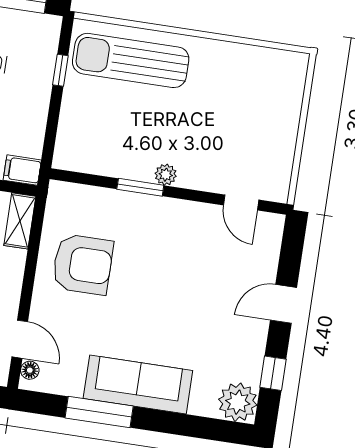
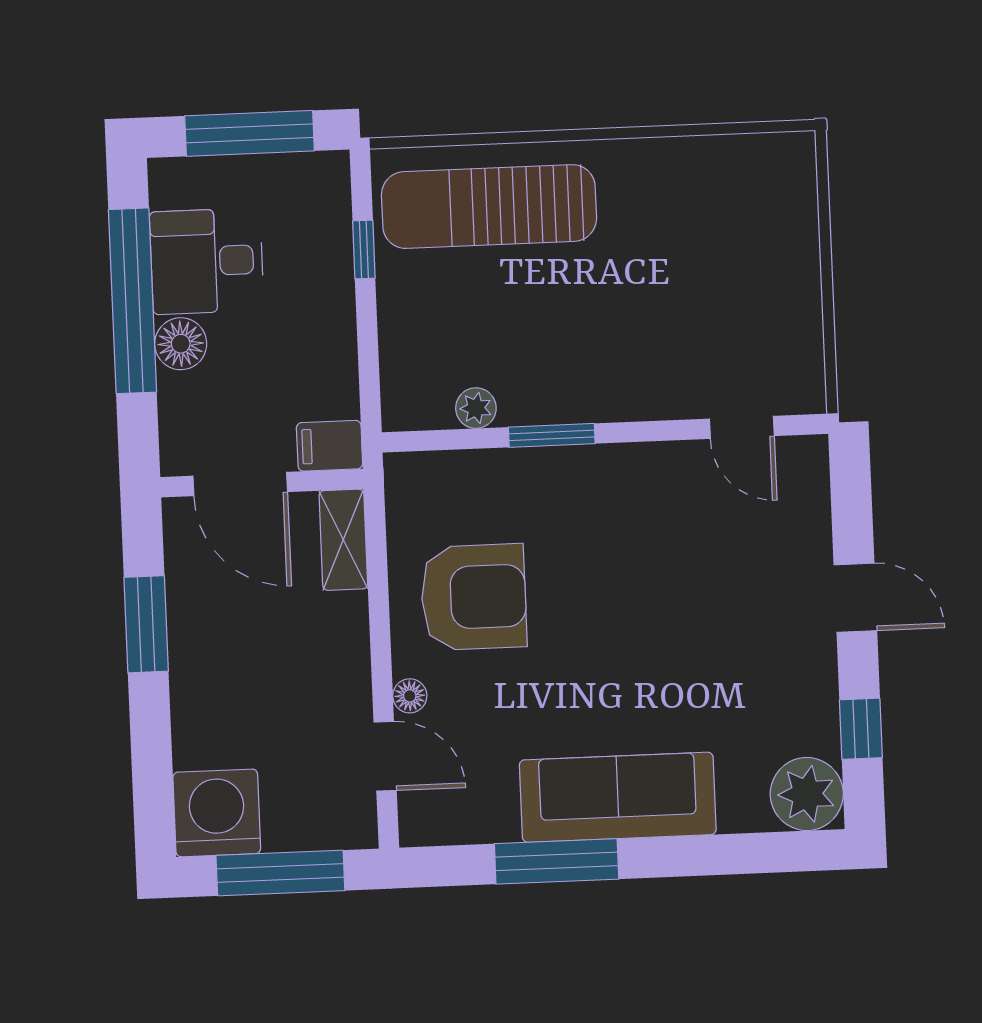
plant: (166, 175) -> (476, 408), moved
door: (283, 304) -> (855, 598), swing flipped
floor lamp: (30, 370) -> (410, 696), moved

